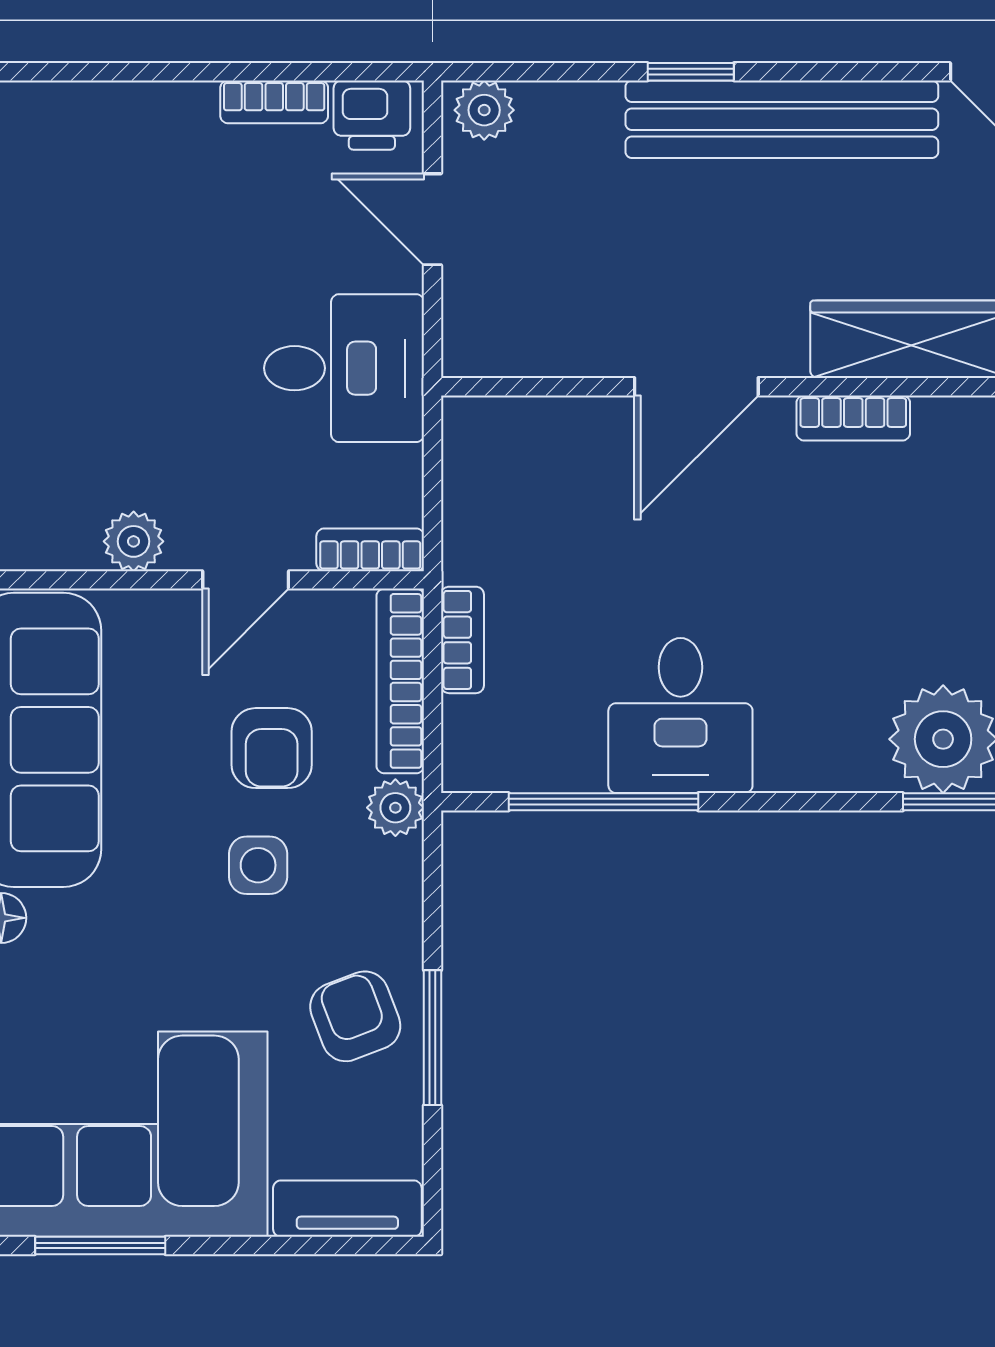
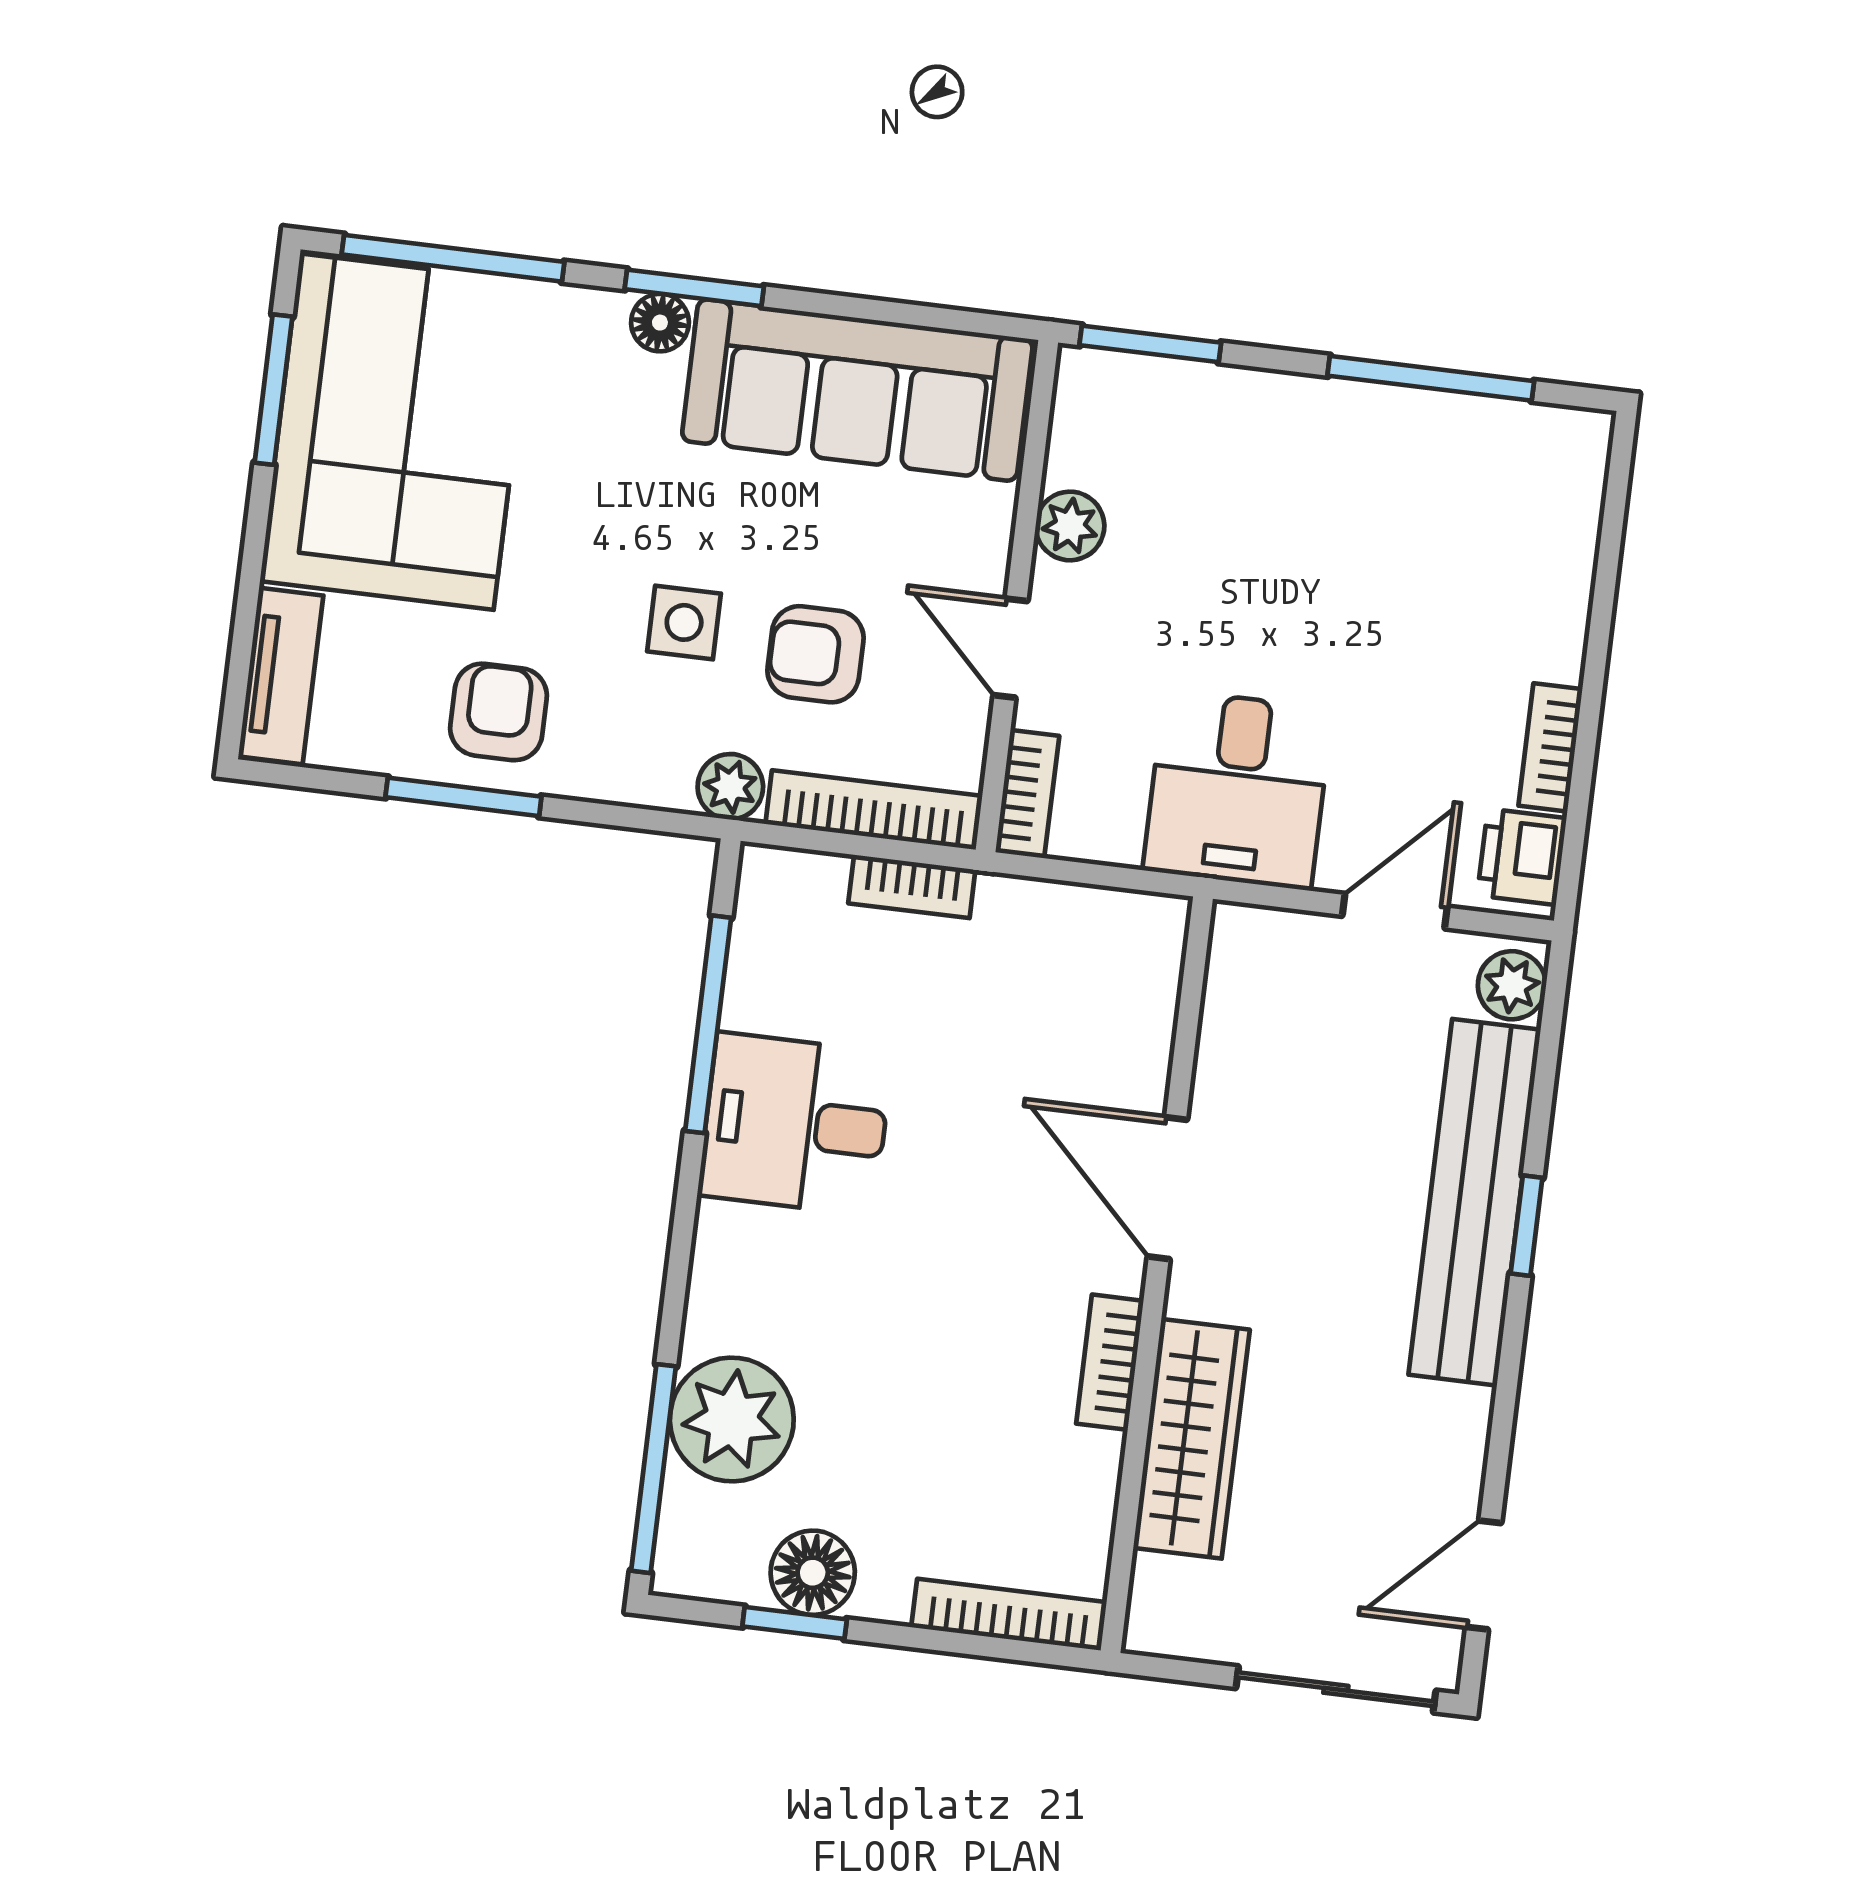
bench: (782, 119) -> (1475, 1202), moved
armchair: (355, 1016) -> (499, 712), turned -69

